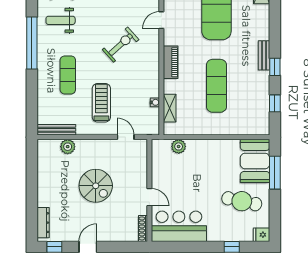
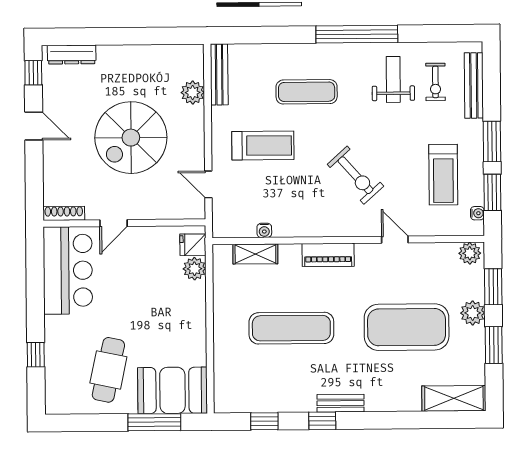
door: (126, 137) -> (208, 184), swing flipped
spiral stairs: (96, 186) -> (131, 138), width x1.37, depth x1.37
fridge: (261, 235) -> (193, 245), moved, turned -90

